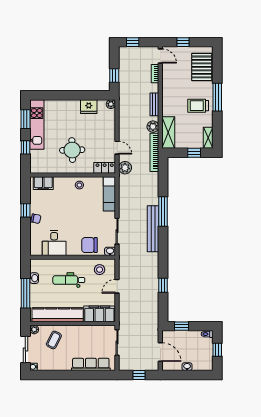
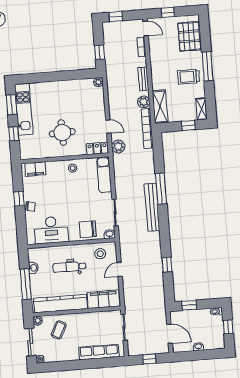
fridge: (89, 107) -> (76, 87), removed
desk: (54, 243) -> (51, 230), width x1.37

